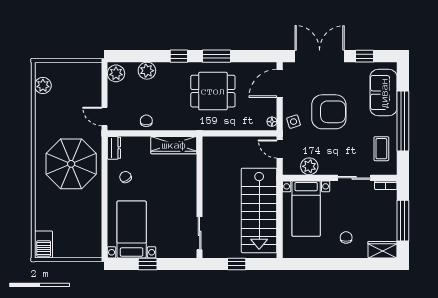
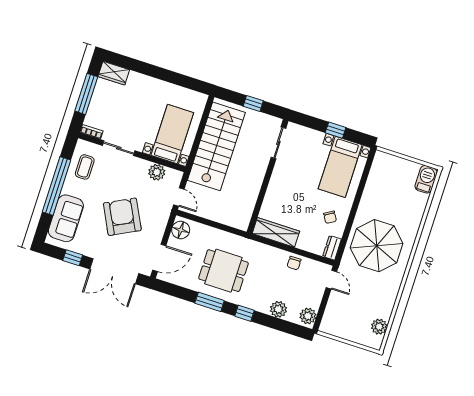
armchair: (329, 112) -> (122, 217), turned 63
floor lamp: (272, 122) -> (181, 230), width x1.89, depth x1.89
side table: (294, 122) -> (158, 218), removed
chair: (346, 237) -> (144, 95), removed

